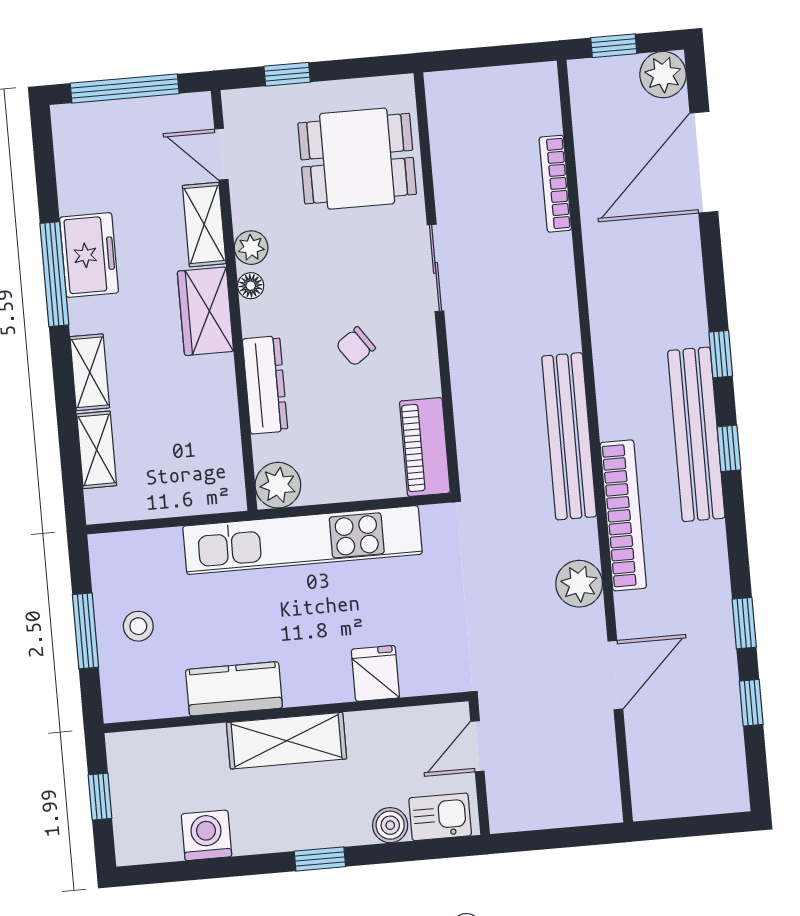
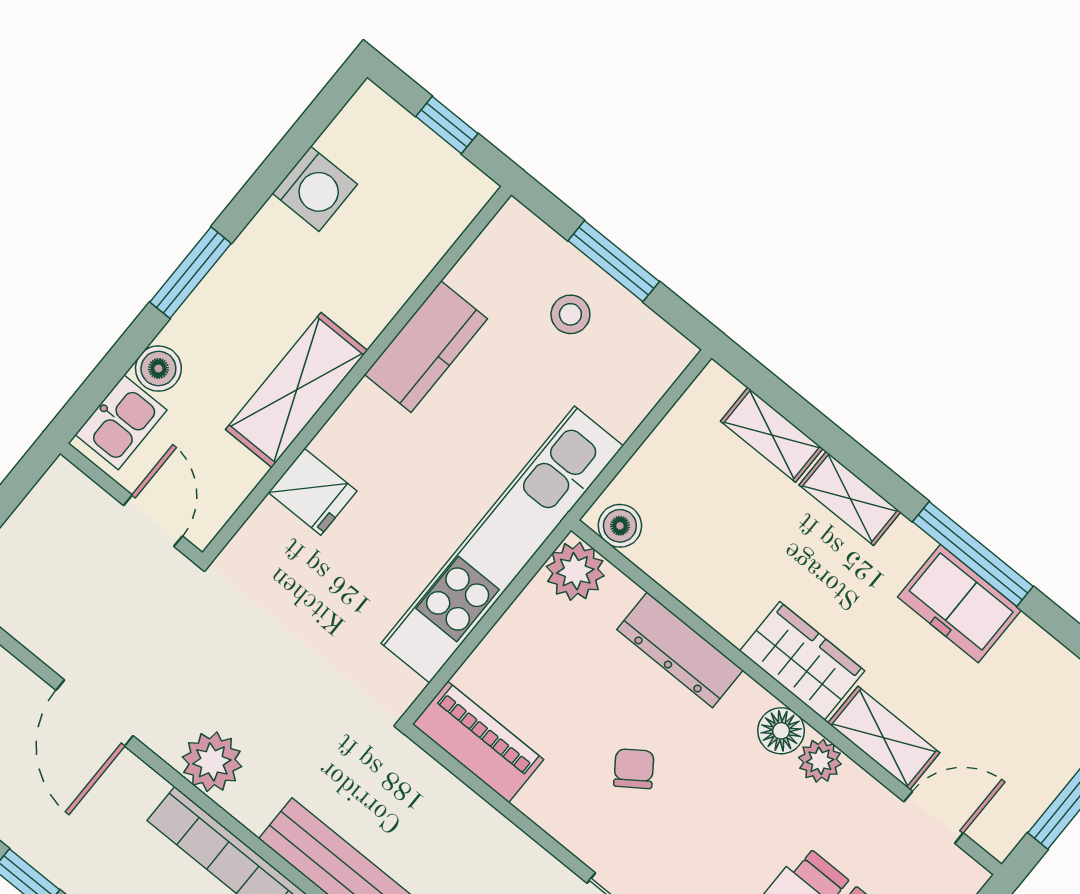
floor lamp: (251, 286) -> (781, 731), width x1.37, depth x1.37
boiler: (229, 485) -> (620, 526), added
shelving: (287, 741) -> (297, 390), moved
window: (320, 859) -> (191, 273), width x1.50

